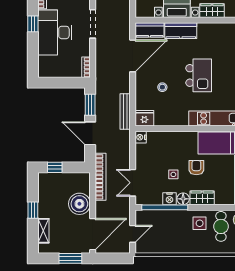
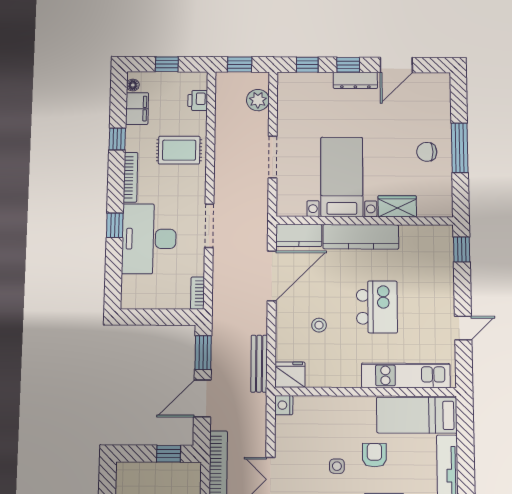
kitchen counter: (181, 31) -> (361, 237), width x1.50
door: (90, 133) -> (202, 398), hinge flipped
window: (55, 167) -> (169, 454), moved

